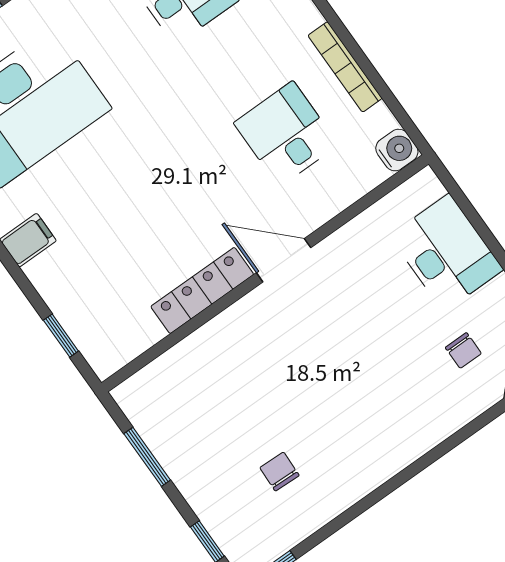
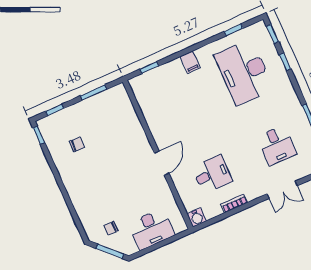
bookcase: (345, 67) -> (234, 203), width x0.64
locker: (202, 290) -> (156, 128), removed

